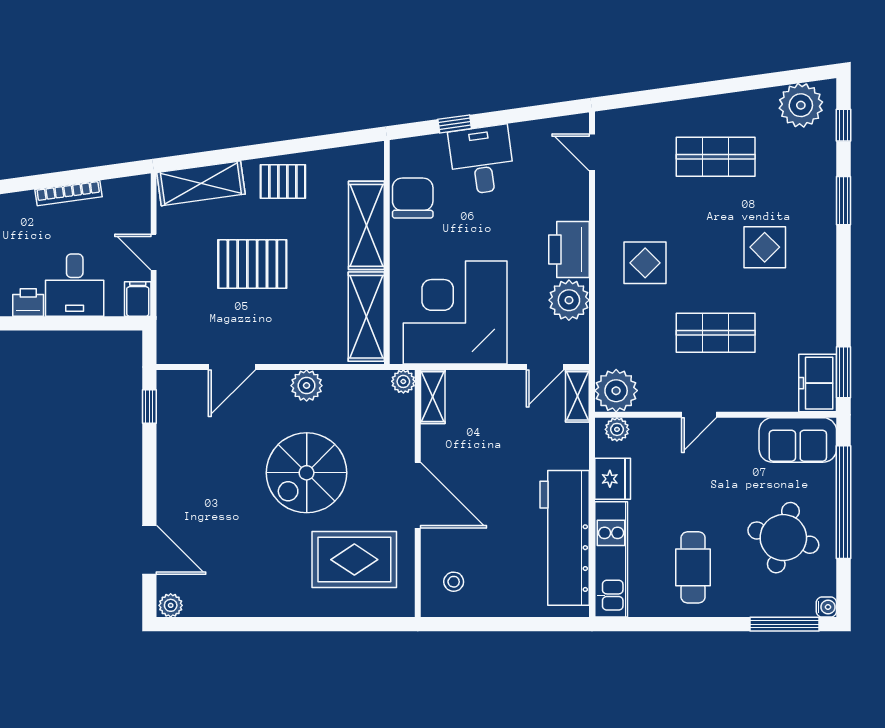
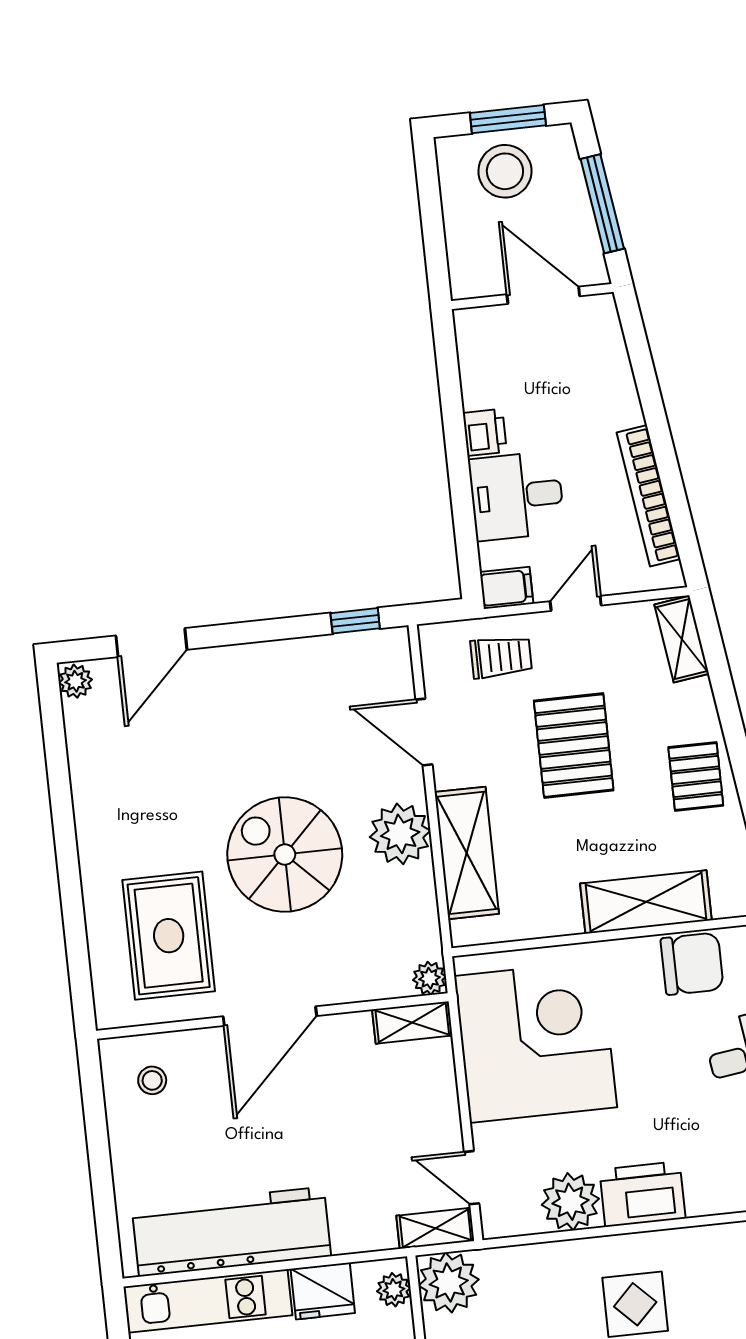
shelving: (201, 183) -> (682, 639), width x0.67, depth x0.75
bookcase: (68, 193) -> (649, 496), width x1.48, depth x1.31
trolley: (185, 308) -> (501, 657), added
shelving: (366, 317) -> (467, 853), moved, turned 90
plant: (307, 386) -> (400, 834), width x1.36, depth x1.36

